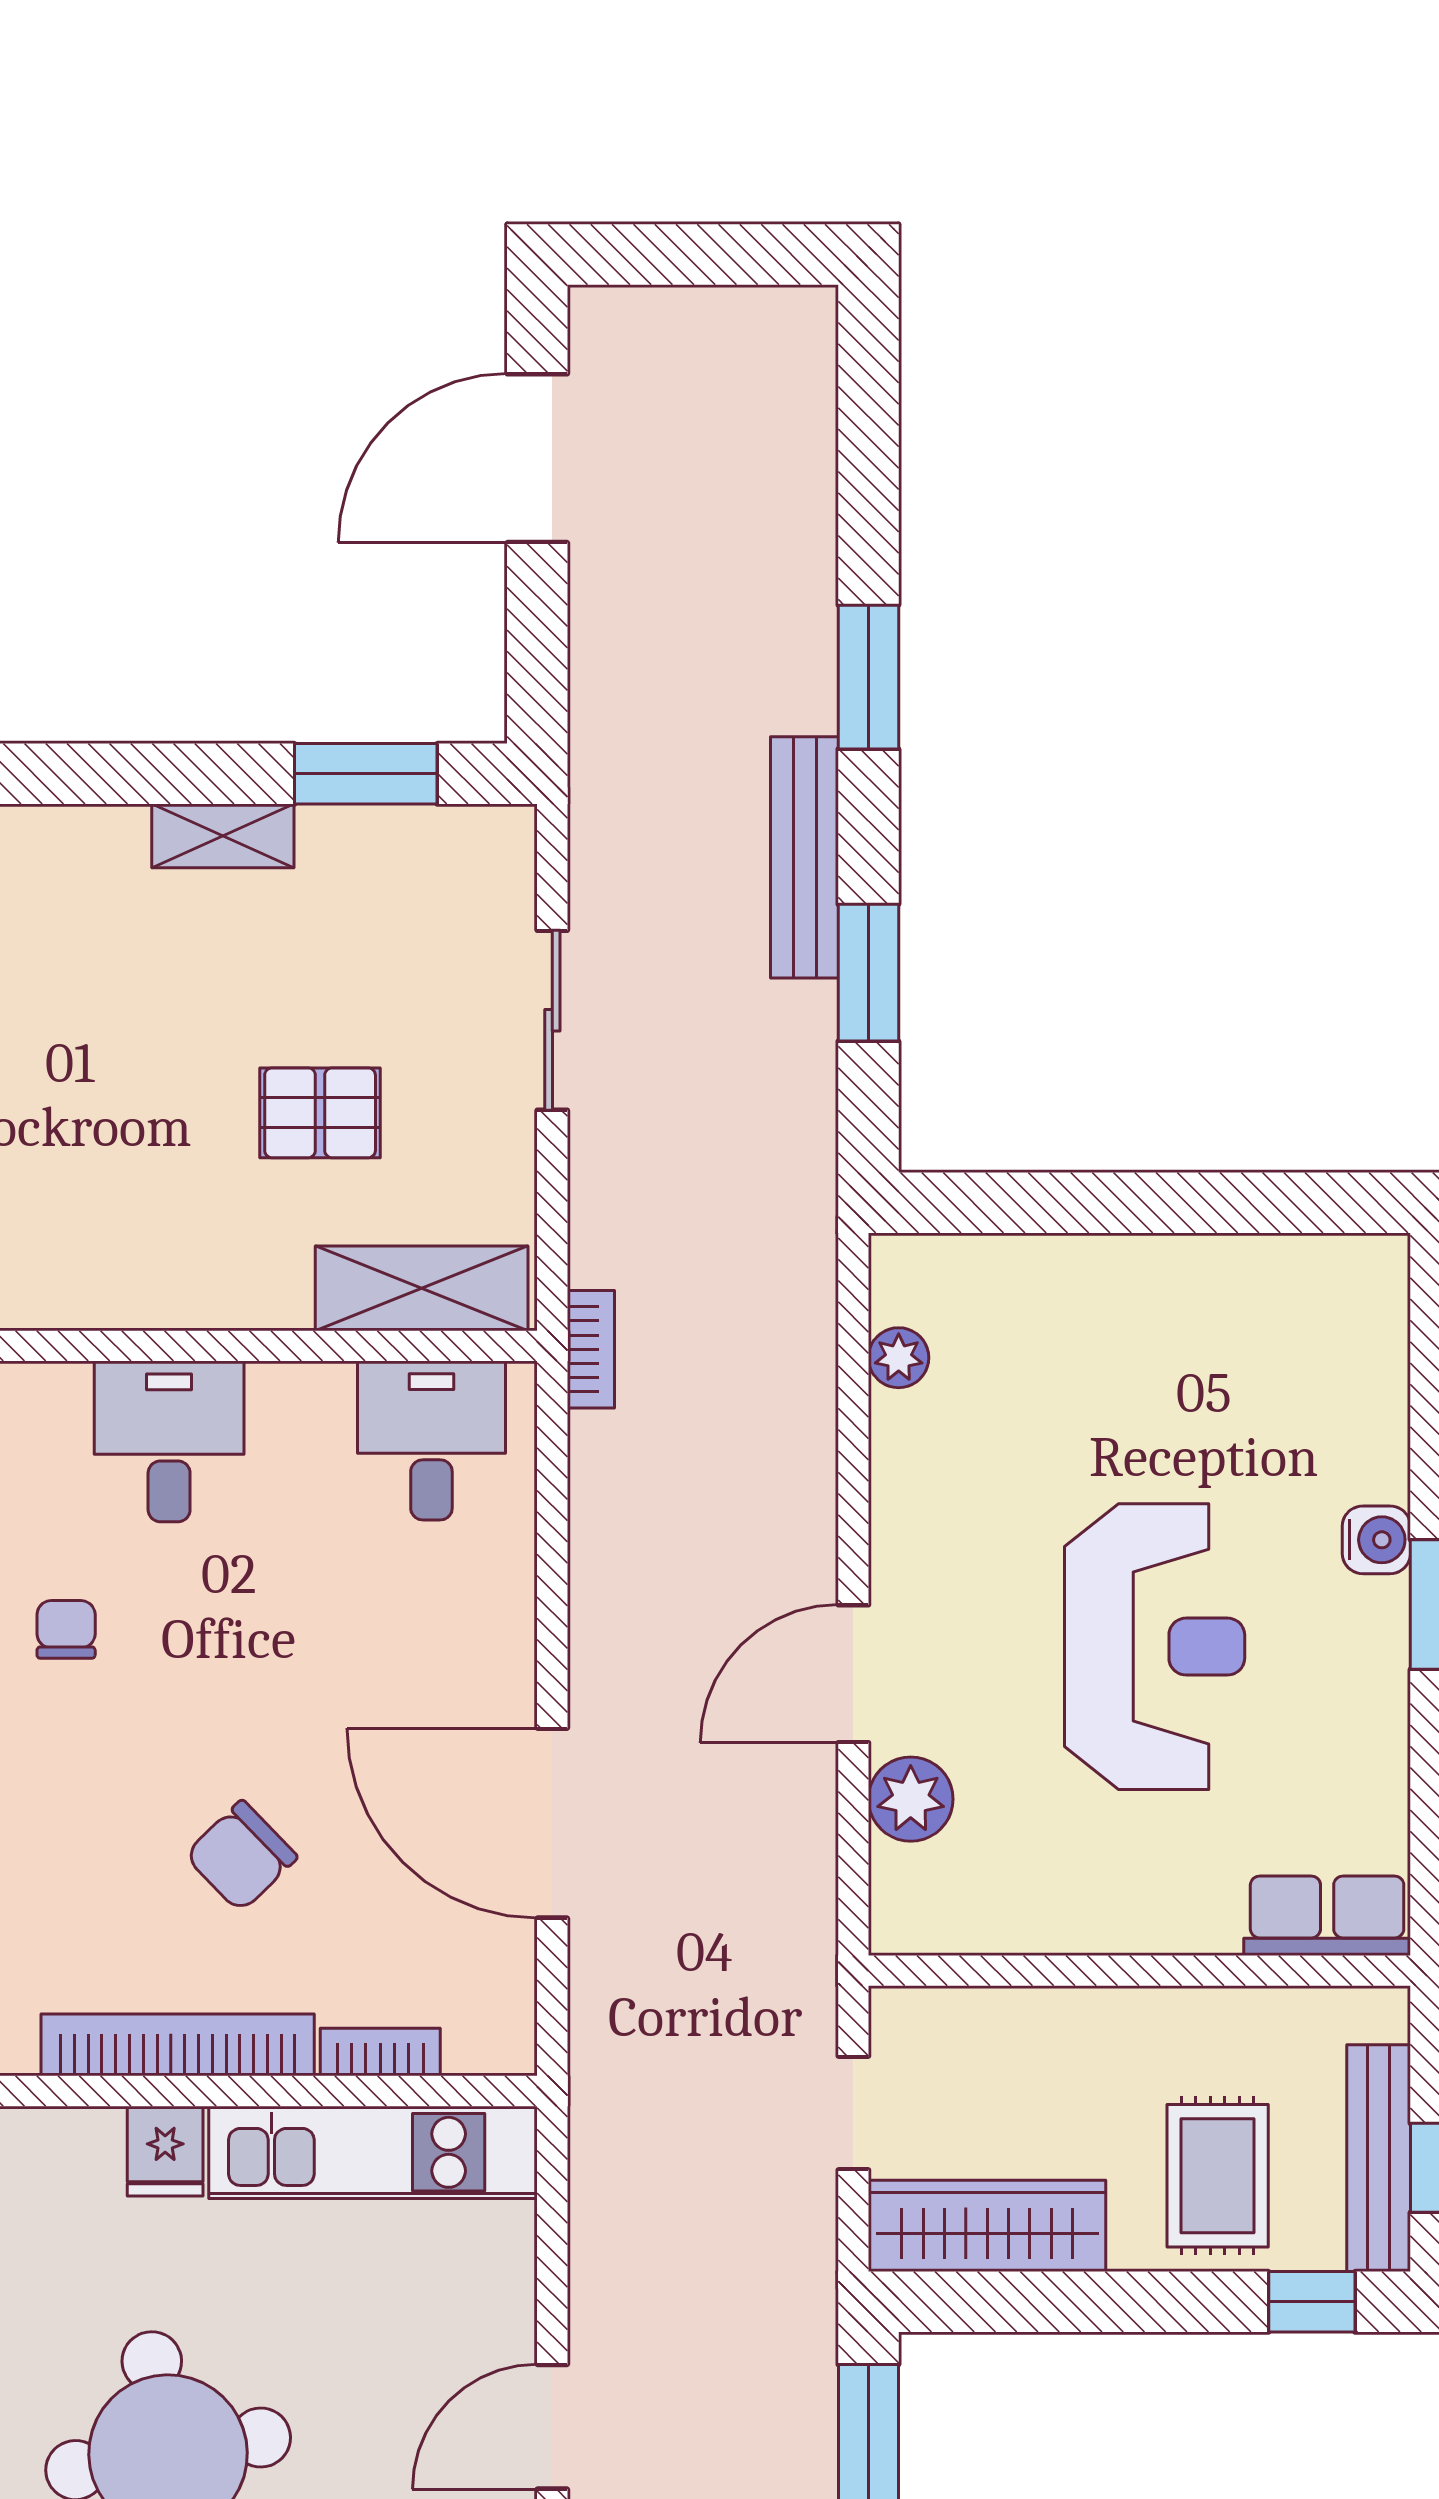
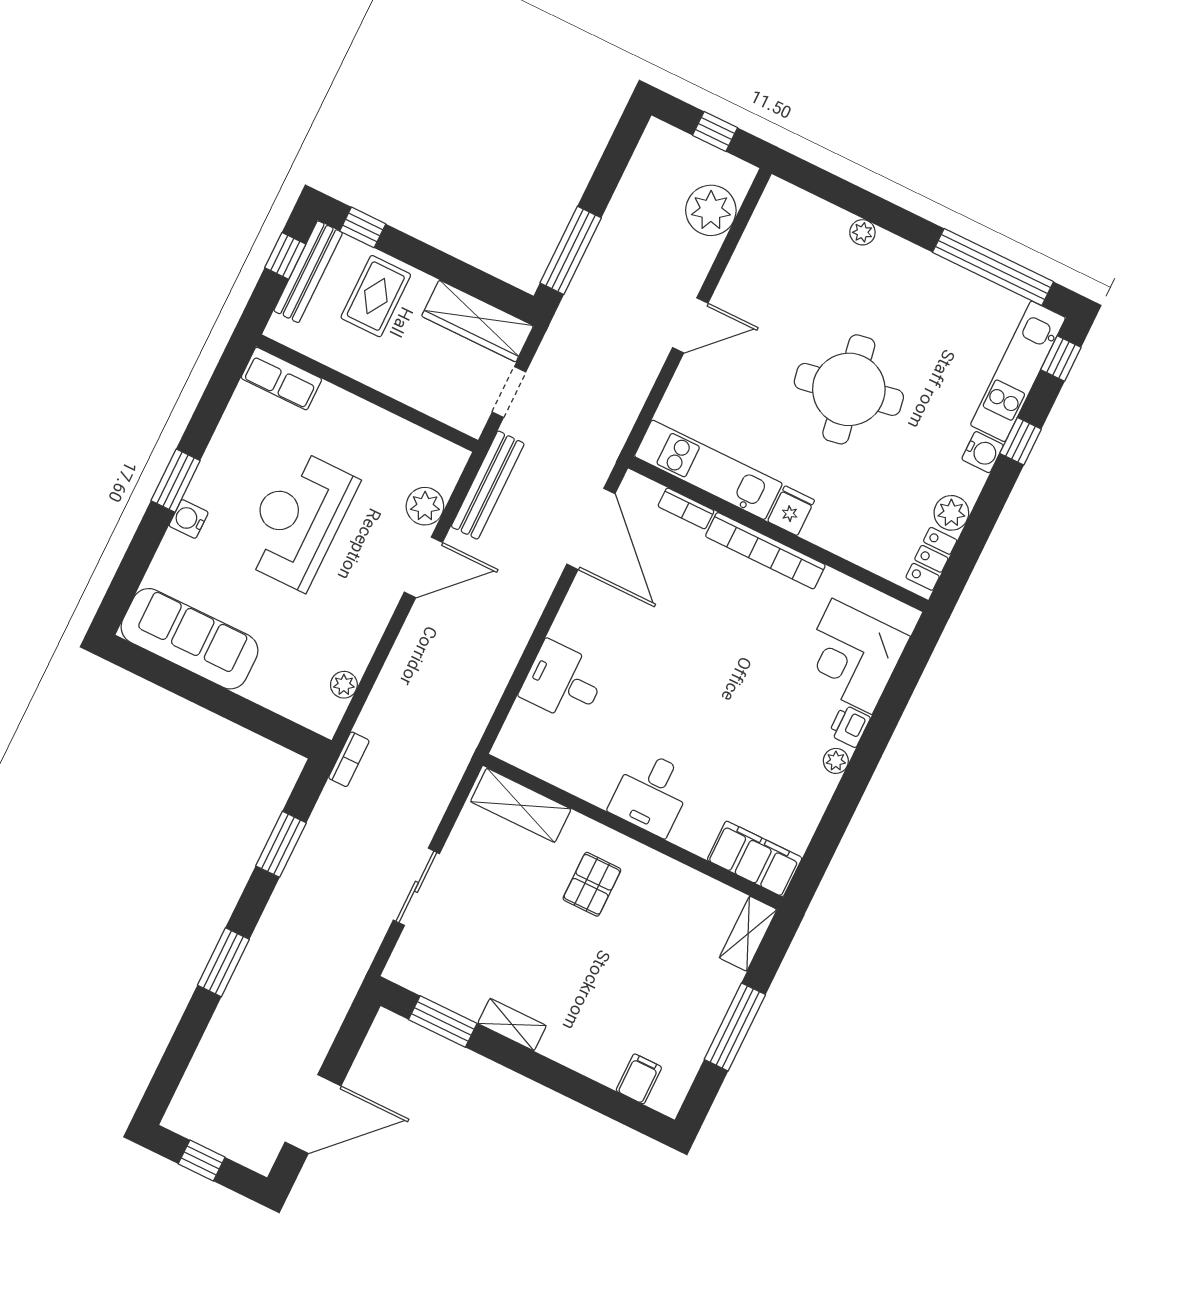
window: (717, 254) -> (202, 1161), added
bench: (805, 857) -> (488, 485), moved
pallet: (320, 1113) -> (592, 884), moved, turned 90
sofa: (1256, 1298) -> (189, 639), added
bookcase: (591, 1349) -> (349, 759), moved, turned 180
desk: (431, 1441) -> (563, 682), moved, turned 90
chair: (66, 1629) -> (729, 738), removed
door: (552, 1823) -> (591, 529), moved
chair: (241, 1856) -> (703, 614), removed

